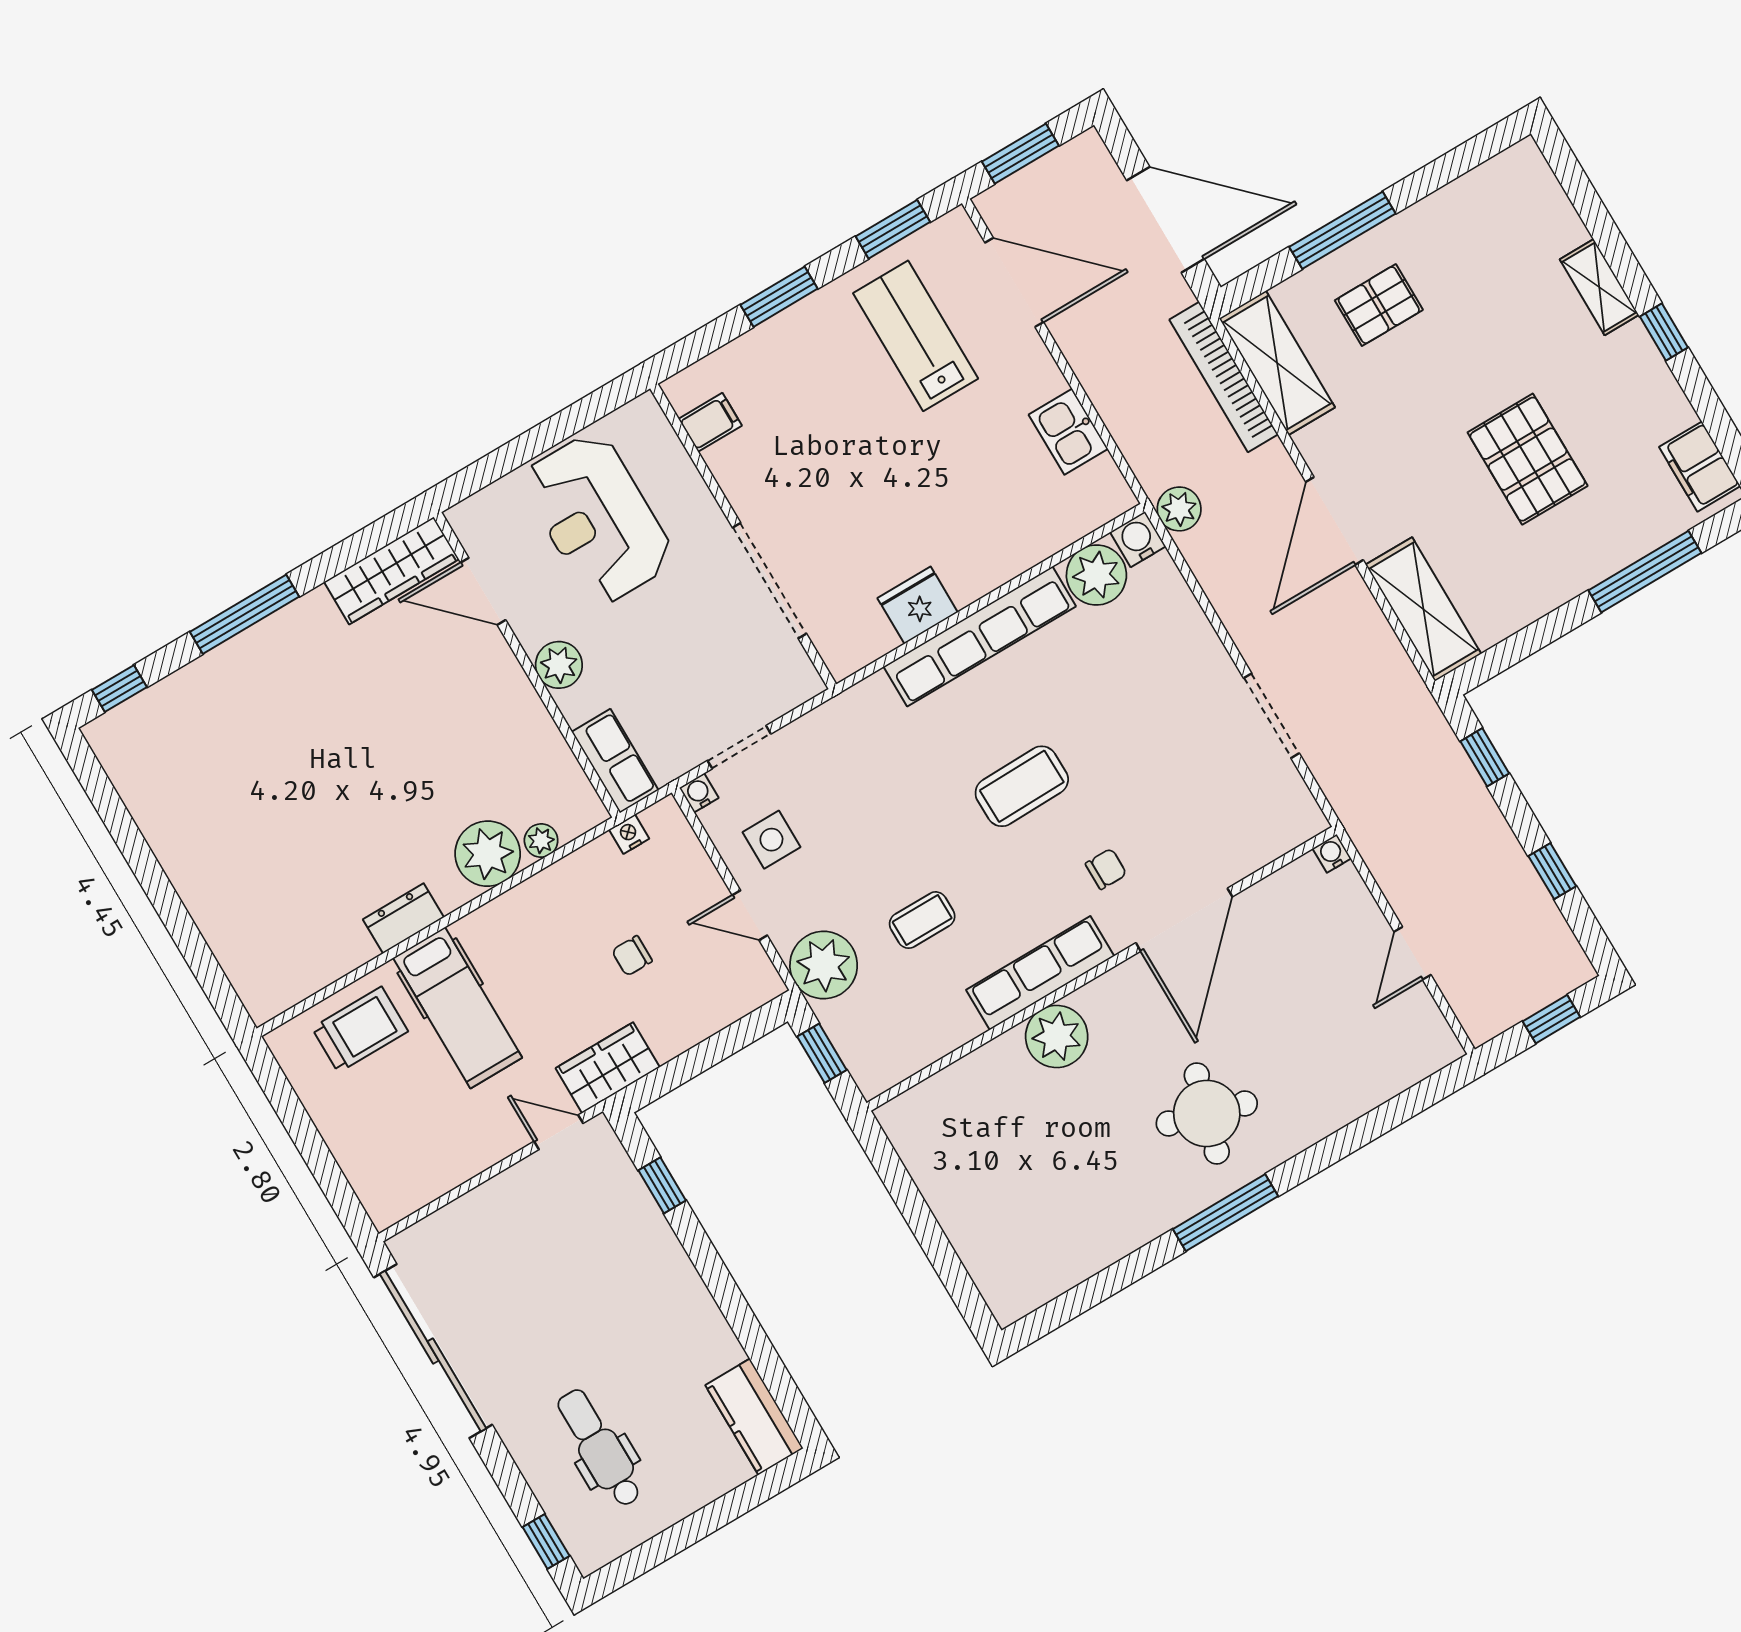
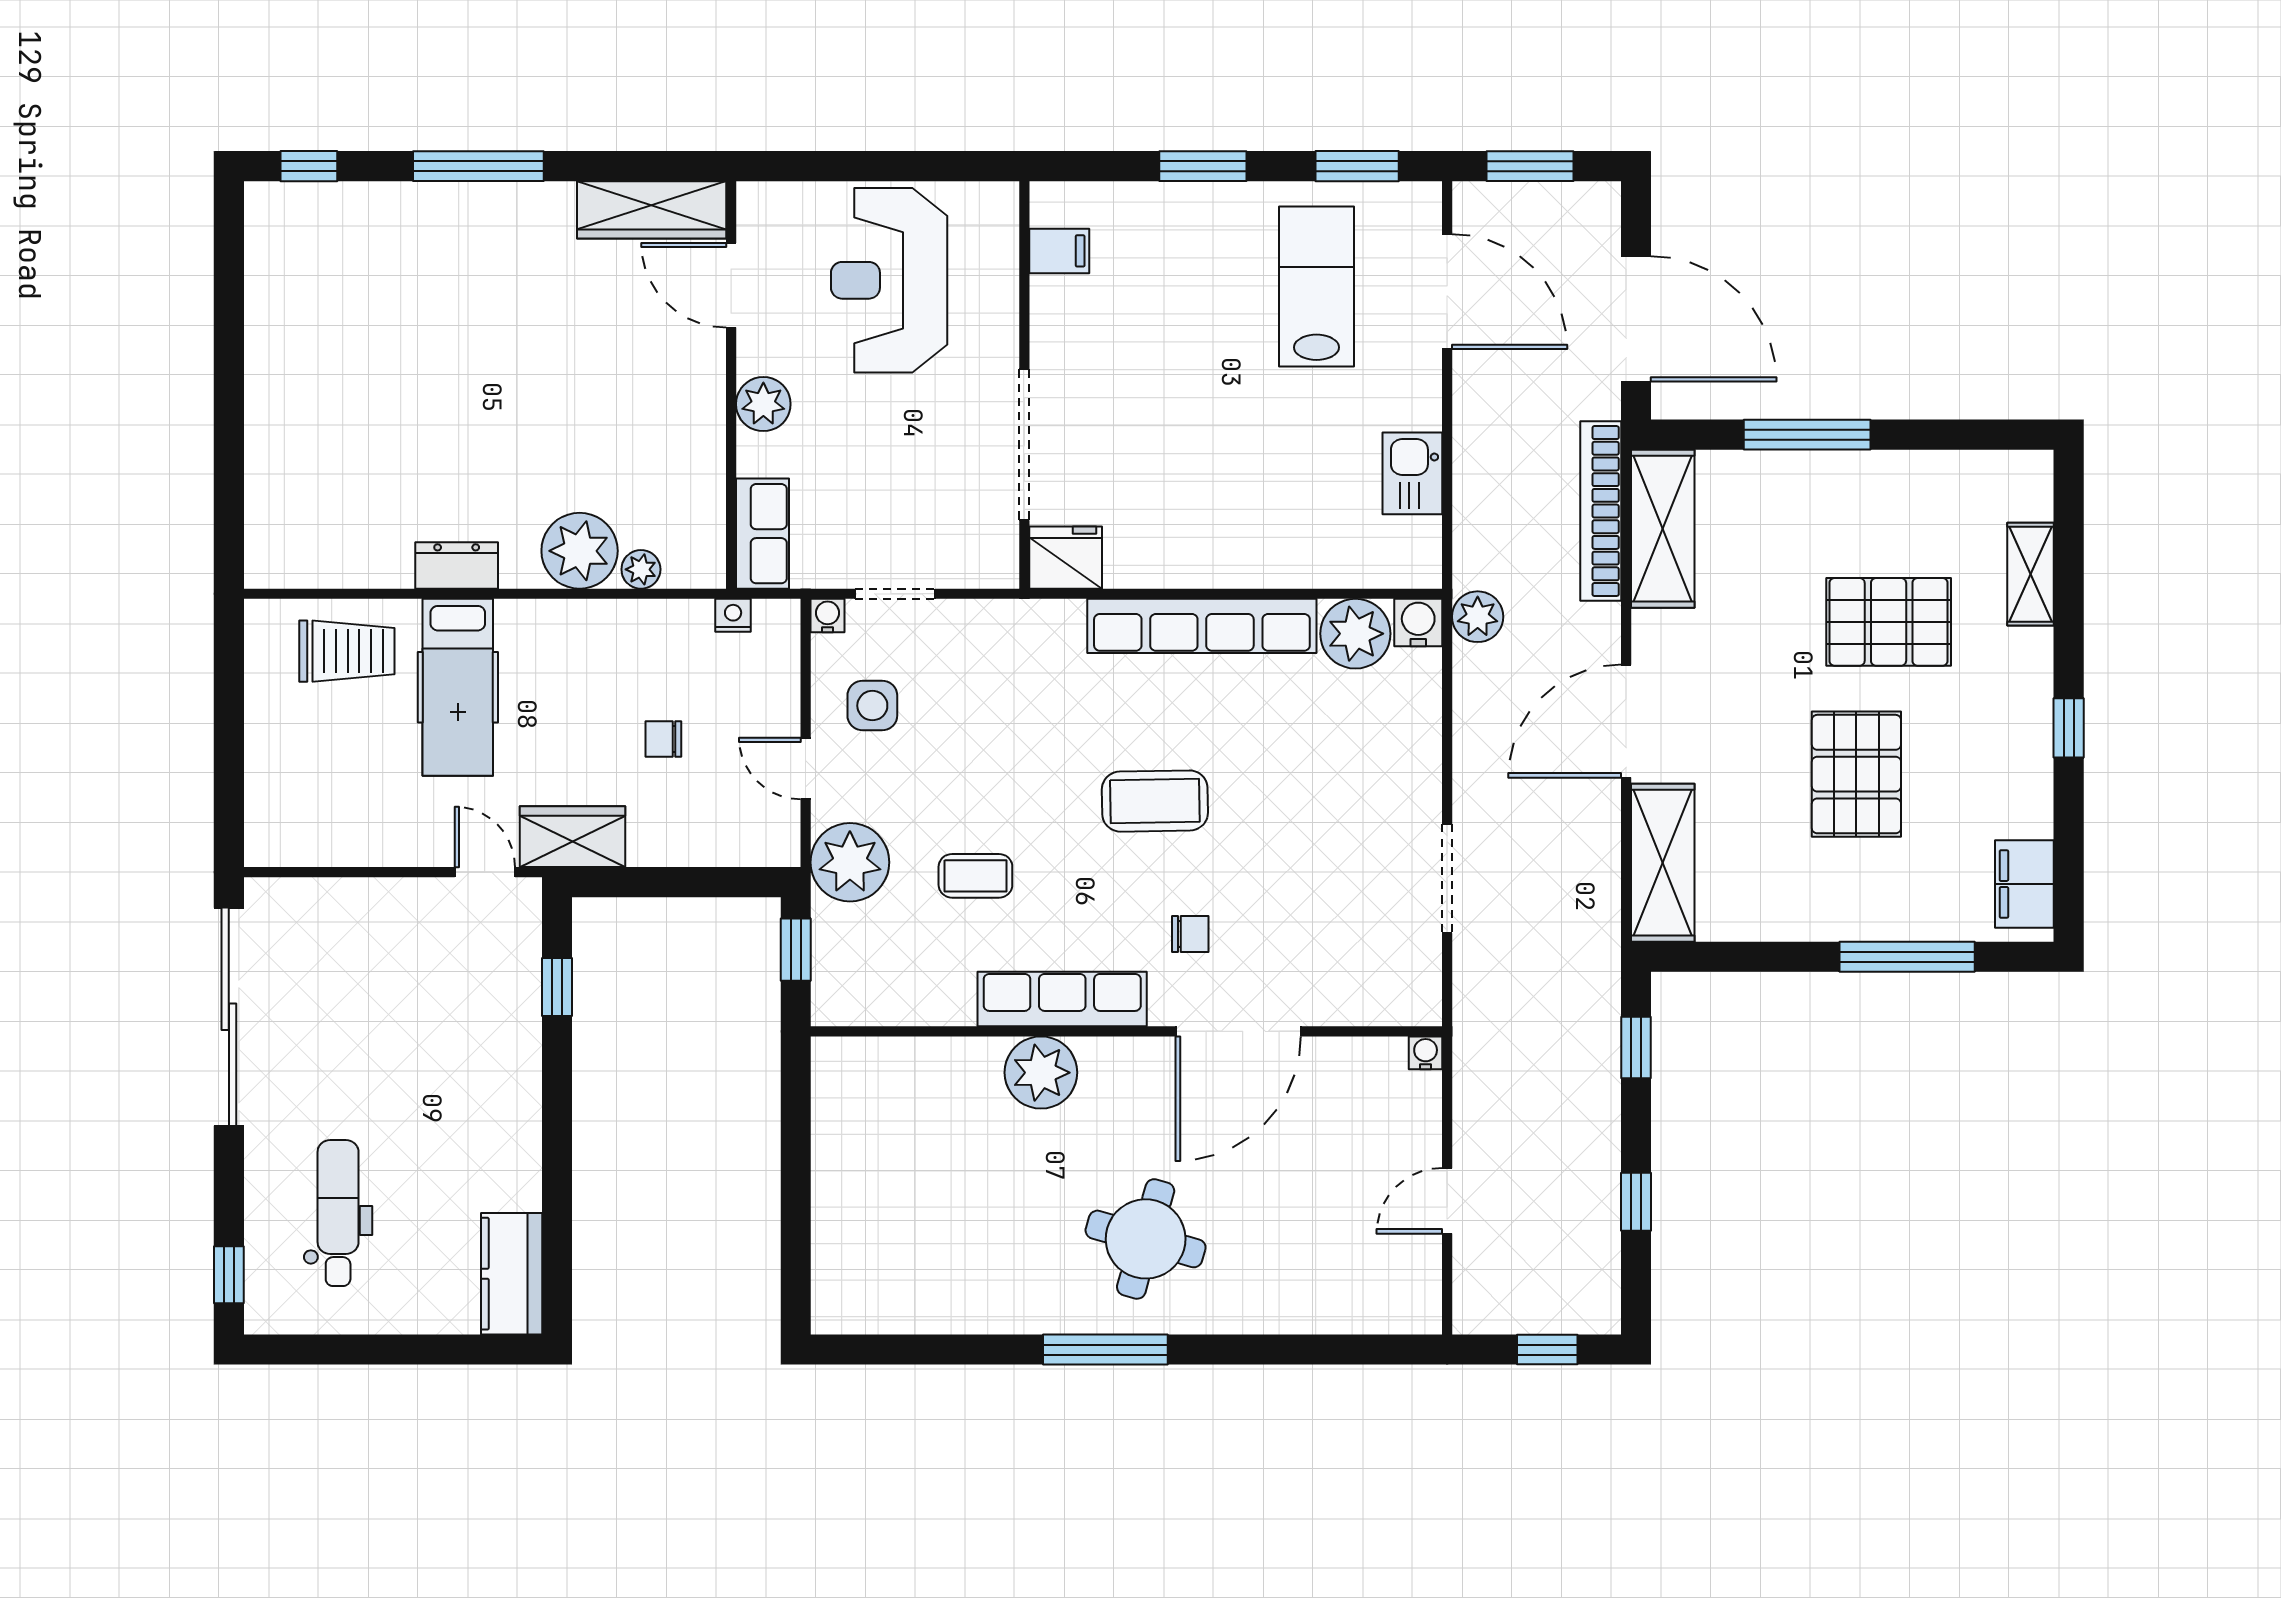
shelving: (1599, 287) -> (2031, 574), moved
pallet: (1379, 305) -> (1889, 622), moved, width x1.50, depth x1.42
fridge: (918, 605) -> (1066, 558), moved

